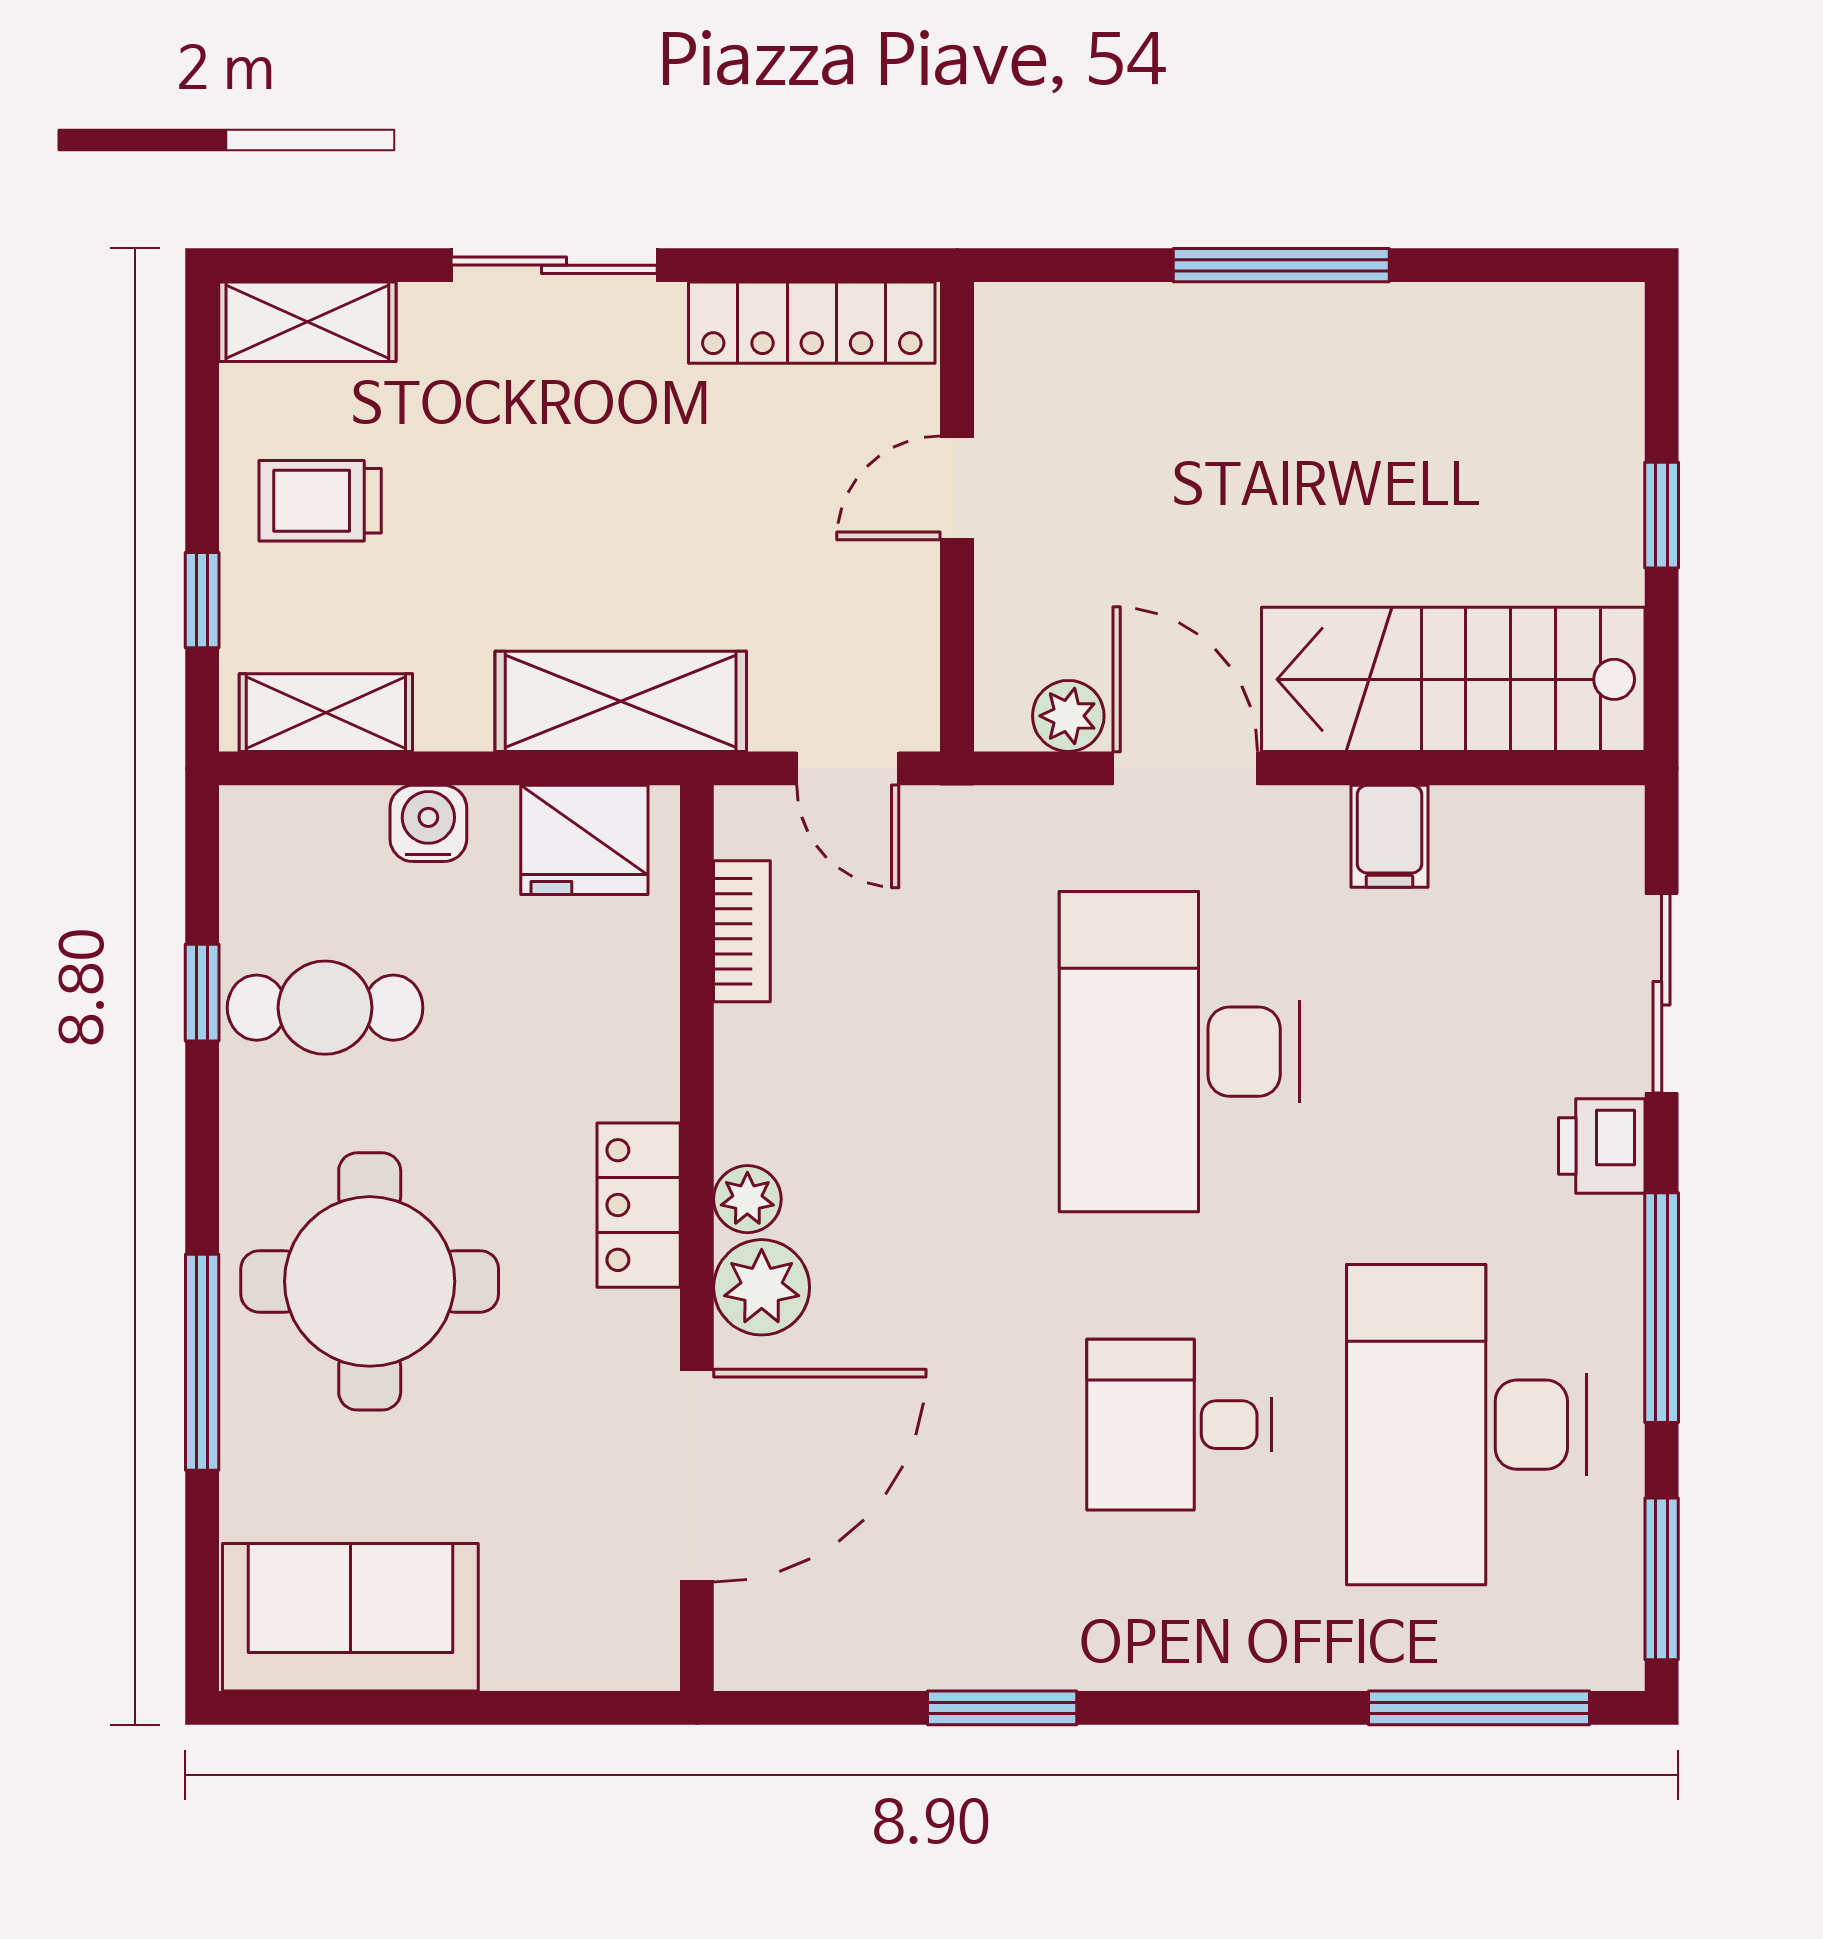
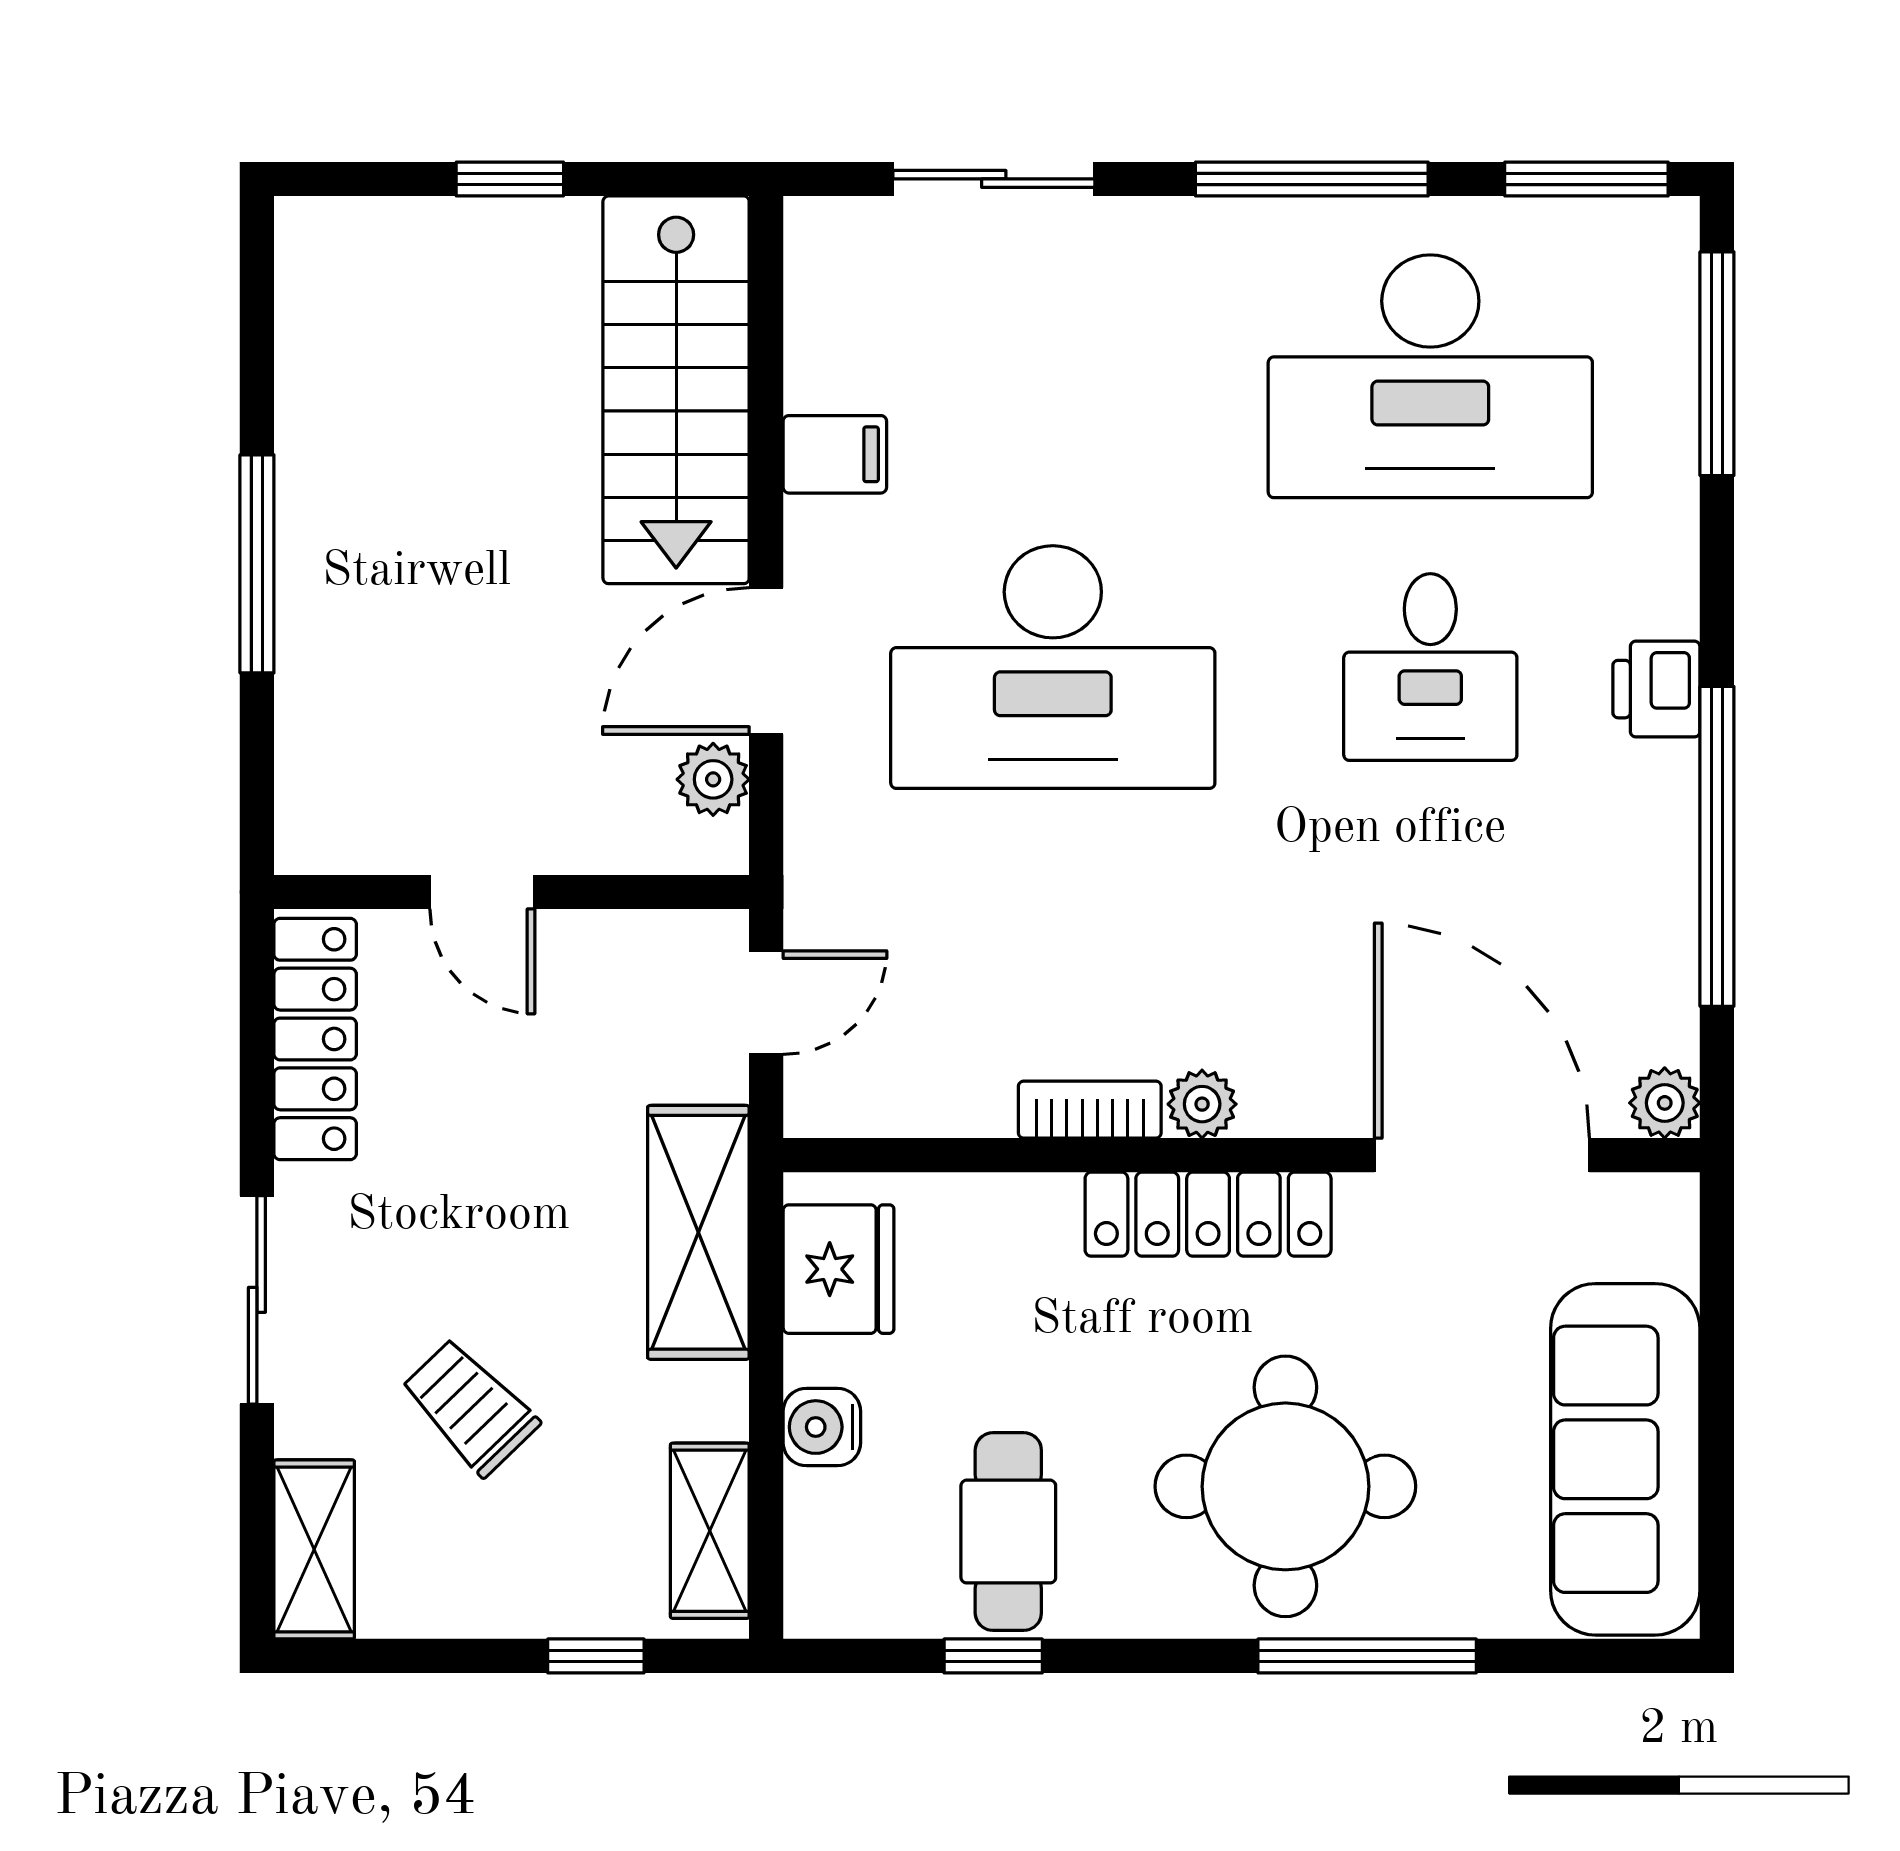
trolley: (320, 501) -> (470, 1407), moved, turned 136
bookcase: (742, 931) -> (1090, 1110), moved
printer: (1602, 1146) -> (1656, 689), moved, turned 90
locker: (639, 1205) -> (1208, 1214), width x1.53
plant: (762, 1287) -> (1665, 1103), moved, width x0.73, depth x0.73
sofa: (350, 1617) -> (1625, 1459), width x1.36
window: (1002, 1708) -> (1717, 846), width x2.11

